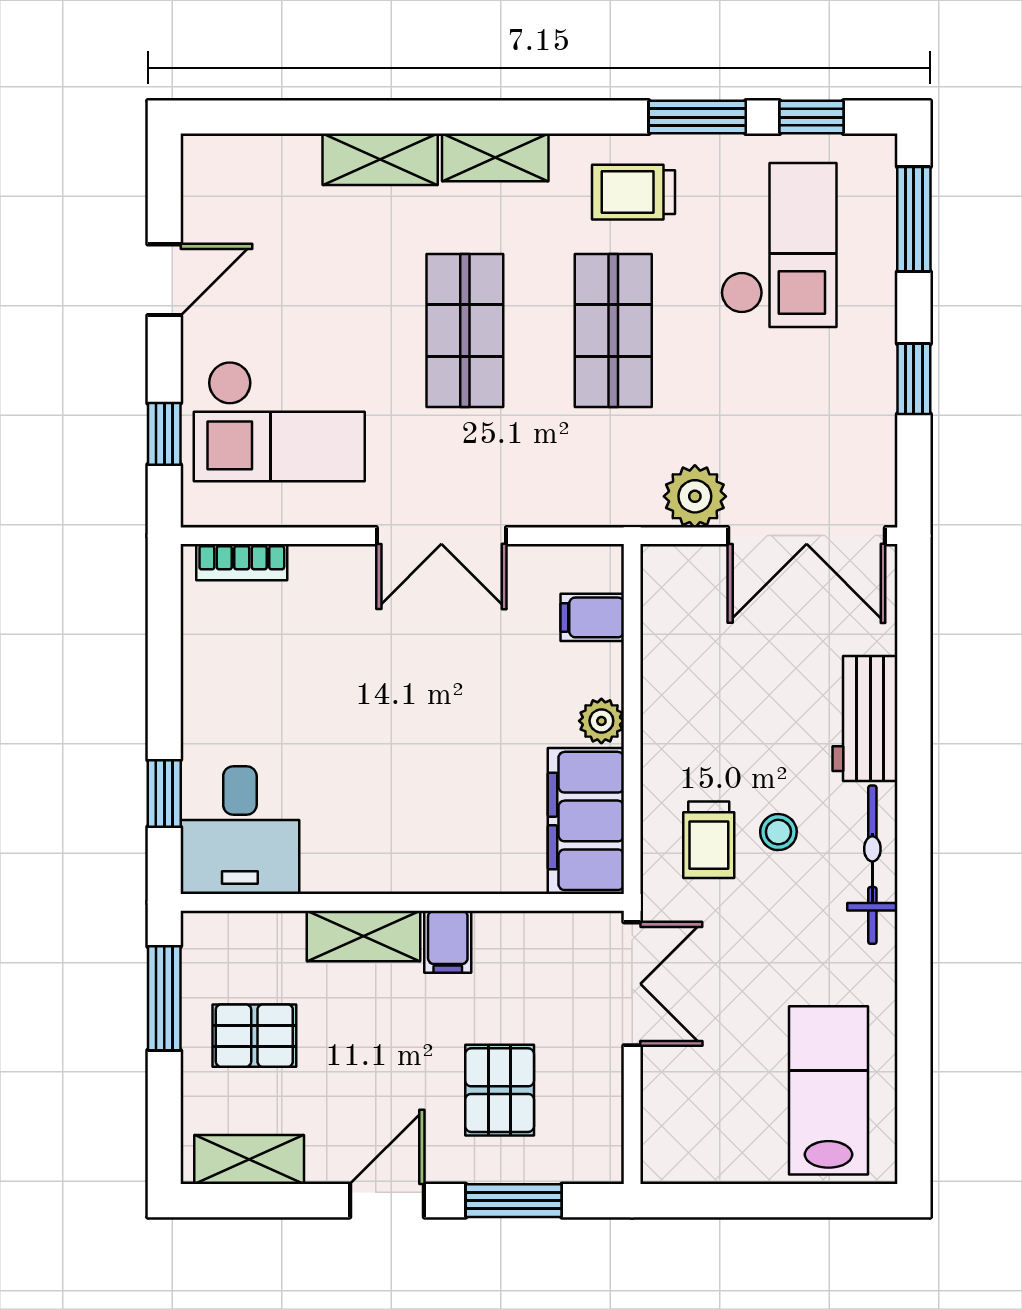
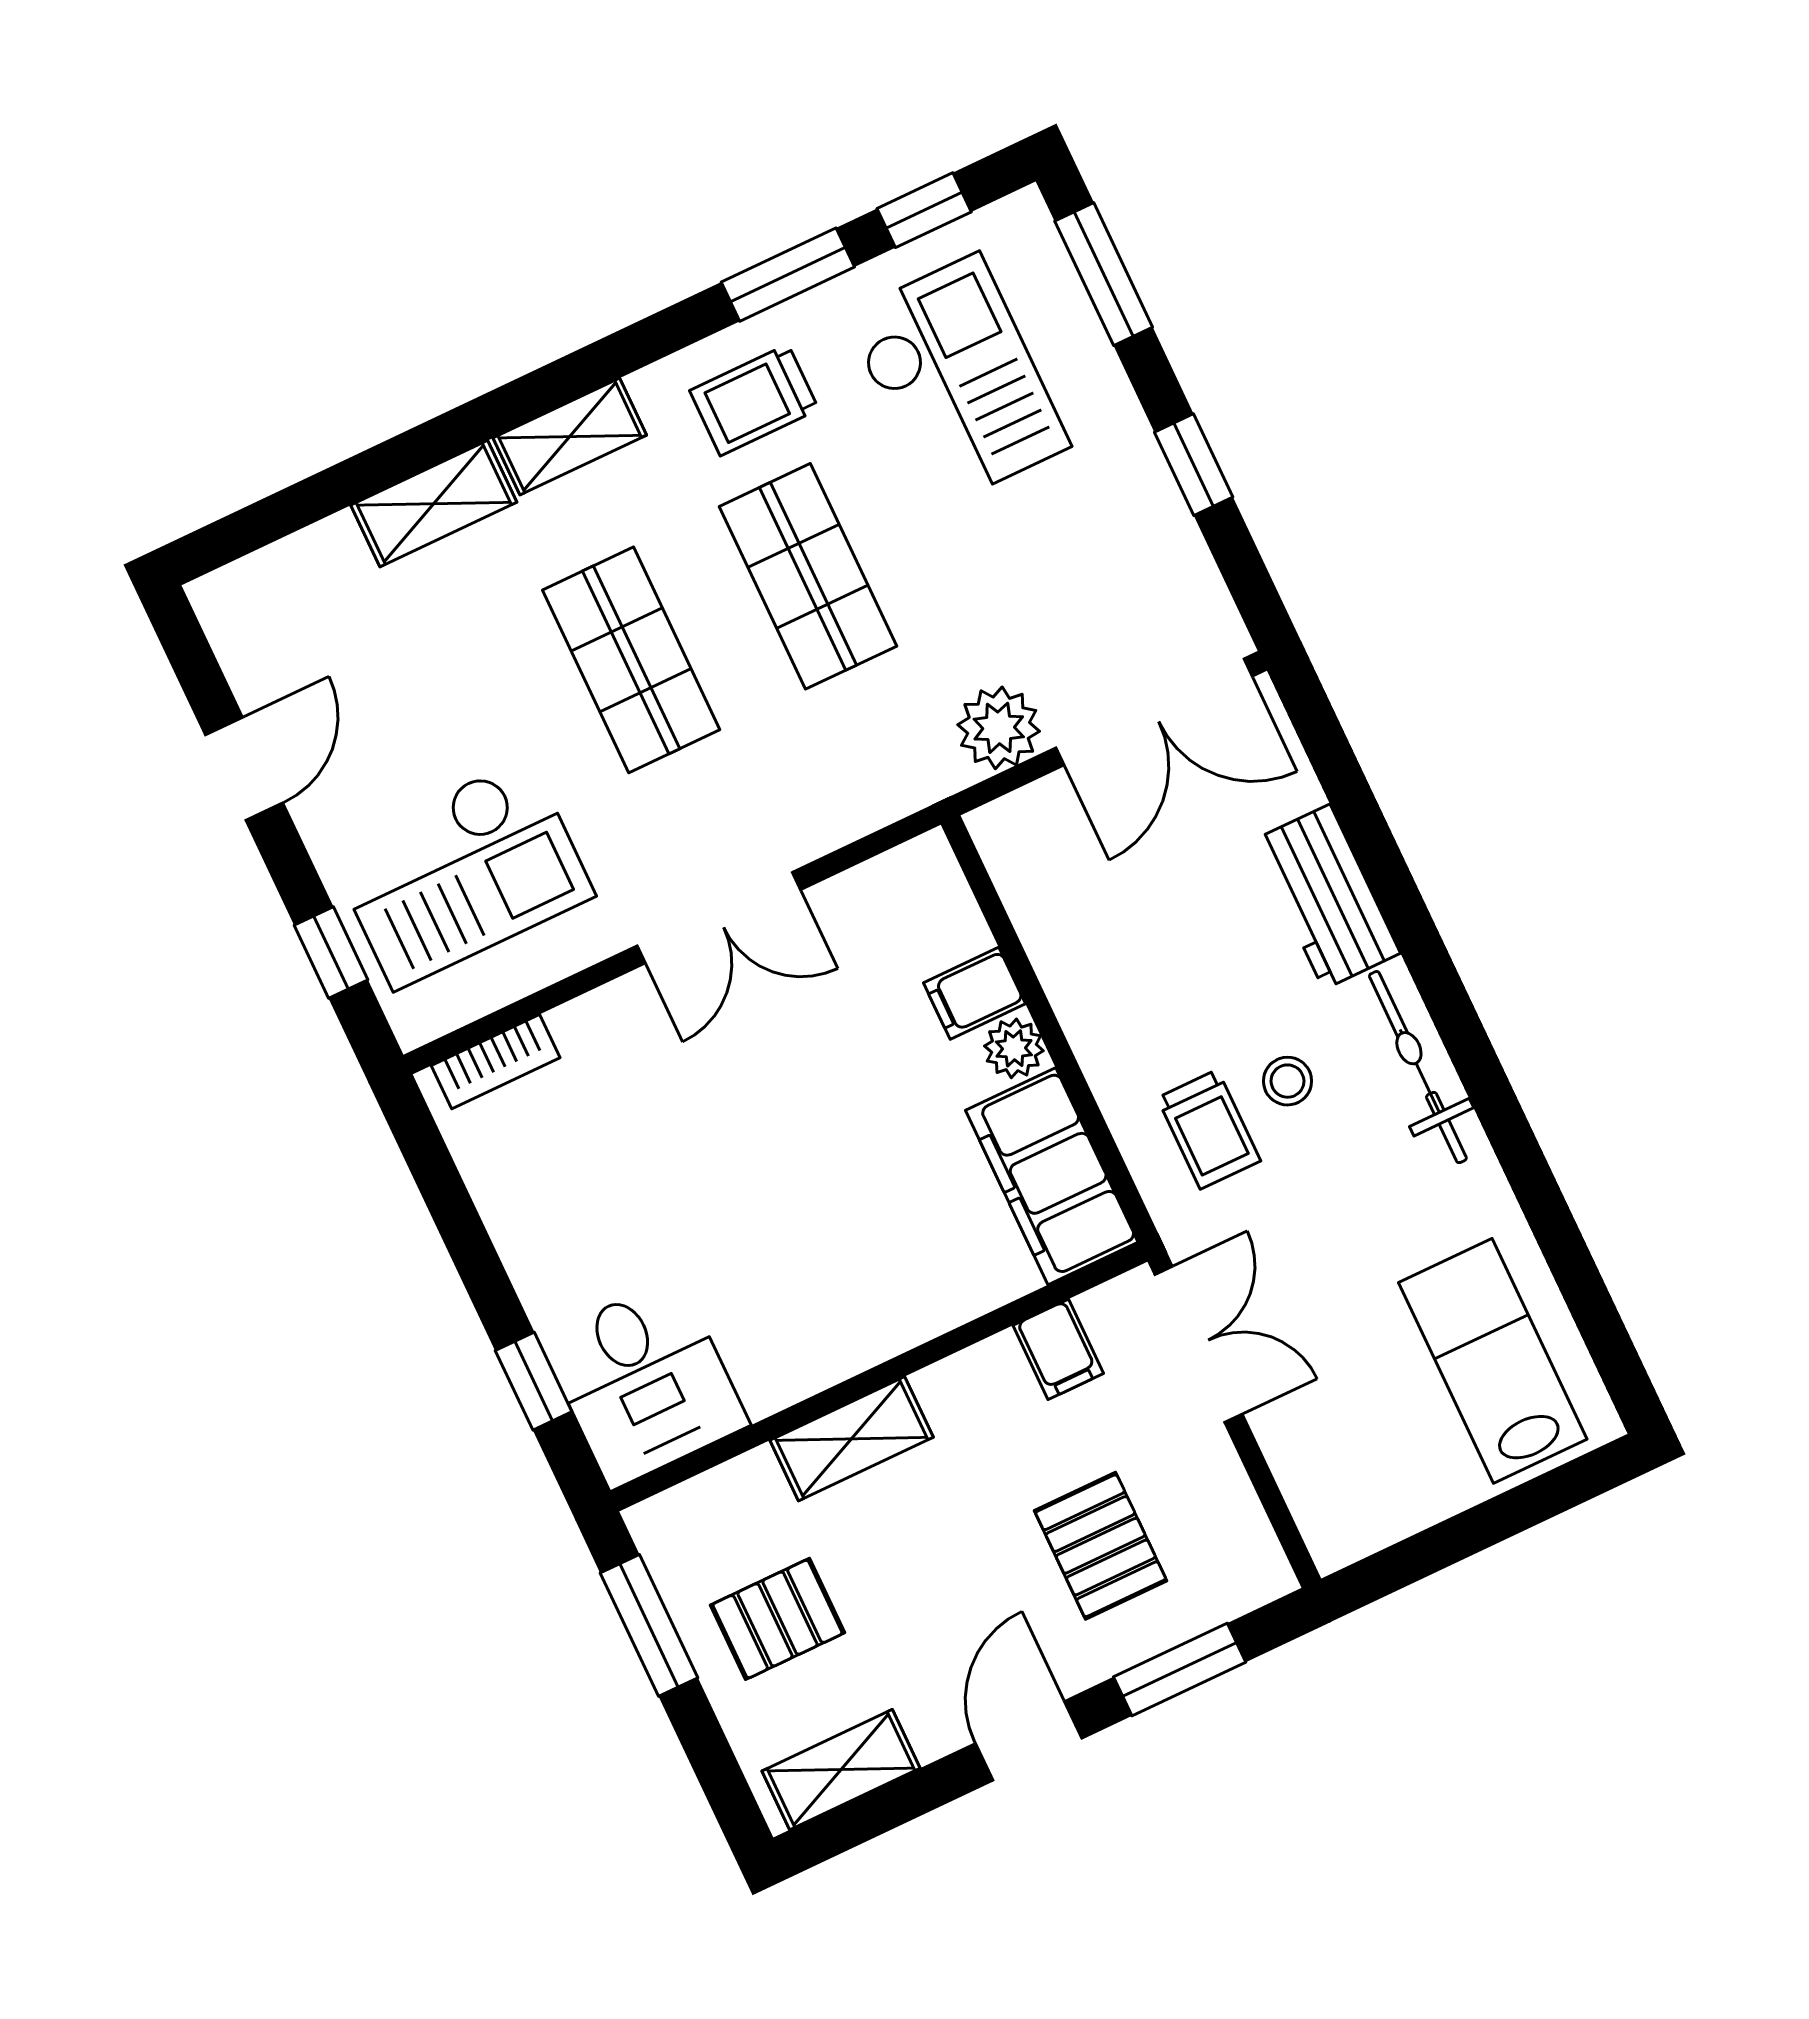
filing cabinet: (592, 617) -> (974, 993), moved
filing cabinet: (448, 942) -> (1058, 1349), moved

